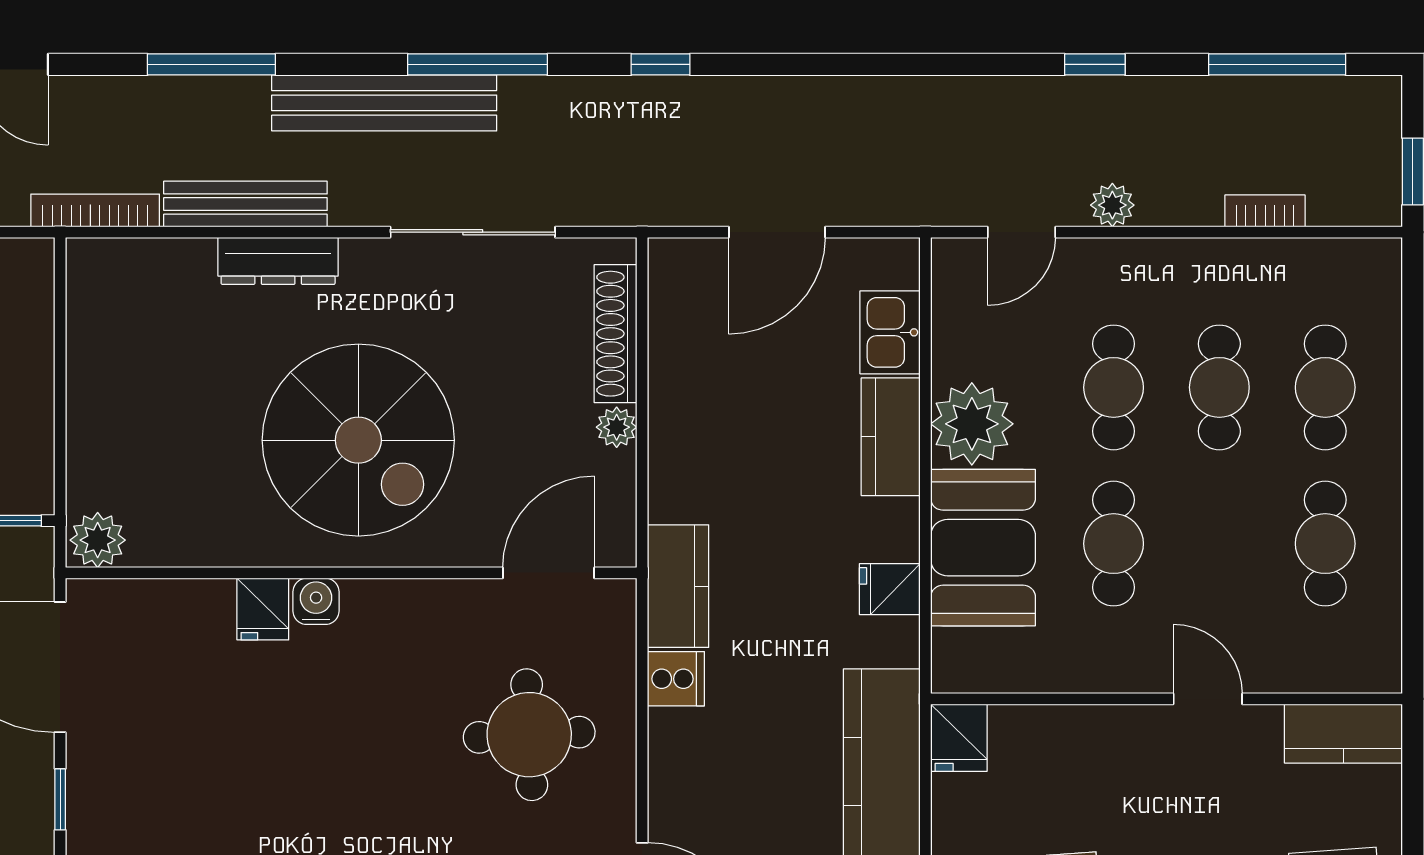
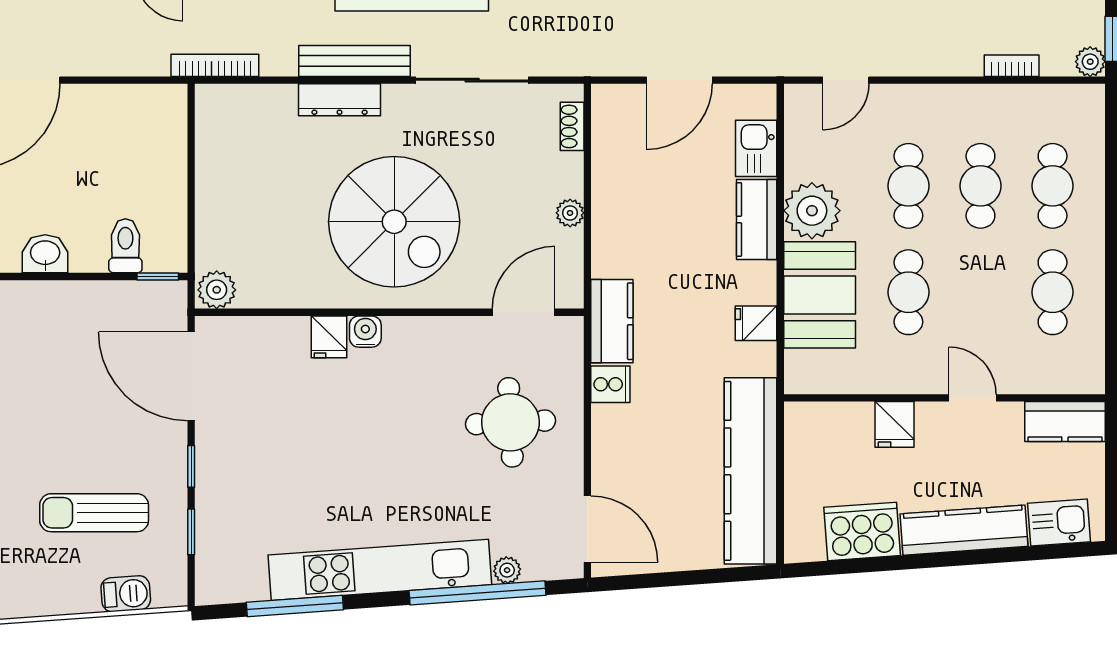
bench: (245, 204) -> (355, 61), moved
plant: (1112, 205) -> (1090, 62), moved
shoe rack: (616, 334) -> (572, 126), width x0.51, depth x0.81
fridge: (959, 738) -> (895, 424), moved

